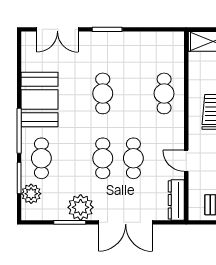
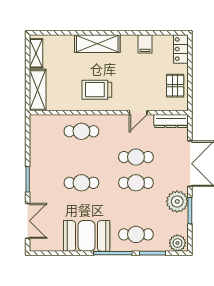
plant: (31, 194) -> (177, 243), moved

